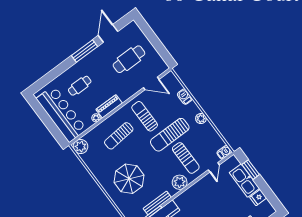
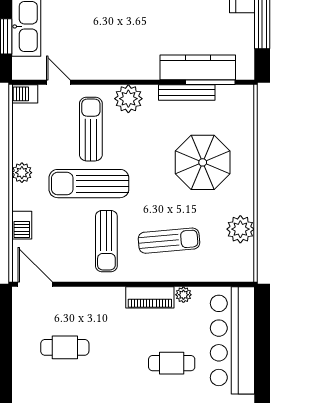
cafe table: (129, 59) -> (65, 347), width x0.73, depth x0.74
door: (151, 83) -> (35, 284), moved
sun lounger: (170, 135) -> (89, 184), turned 180
plant: (81, 147) -> (240, 229), moved
door: (214, 167) -> (58, 82), hinge flipped

